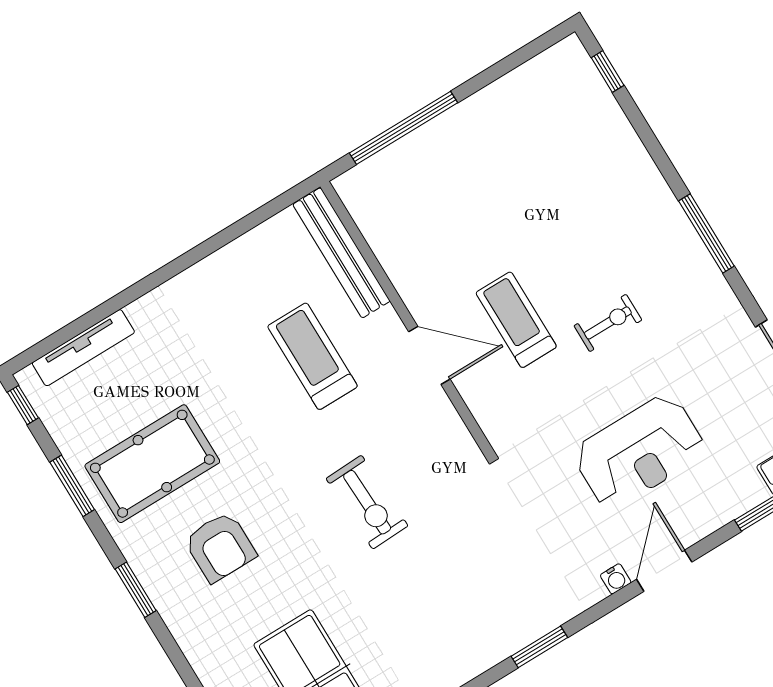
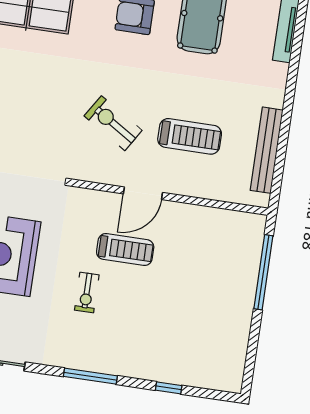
window: (608, 71) -> (169, 388), moved
bench: (341, 253) -> (267, 150), moved, turned 90
exercise bike: (367, 502) -> (113, 123), moved, turned 34

